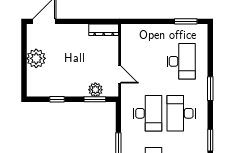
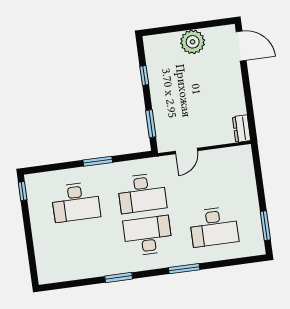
dresser: (104, 30) -> (241, 129), width x0.70
plant: (95, 90) -> (163, 123), removed

